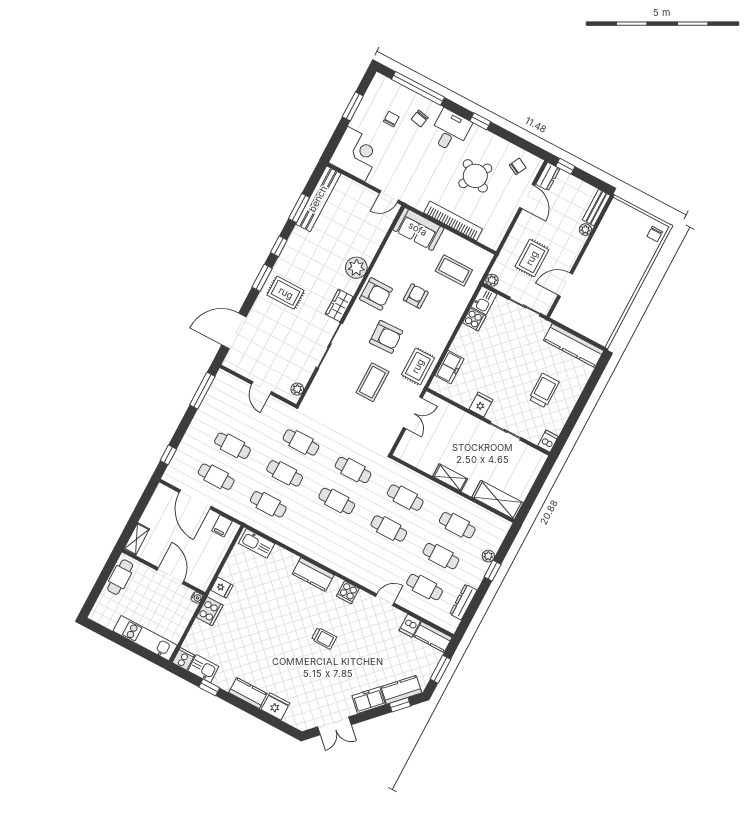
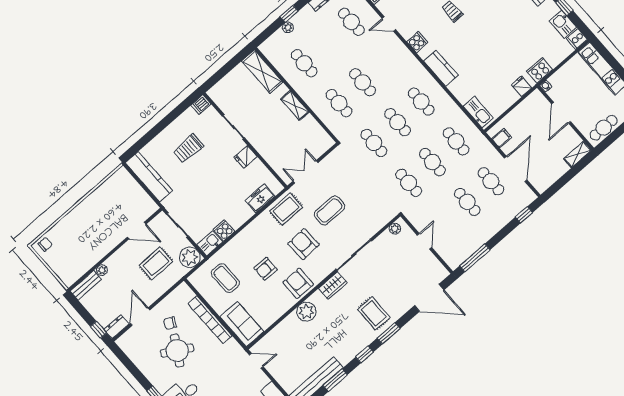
chair: (518, 166) -> (170, 323), moved
plant: (492, 280) -> (190, 257), width x1.88, depth x1.88
cafe table: (441, 556) -> (421, 102), moved

